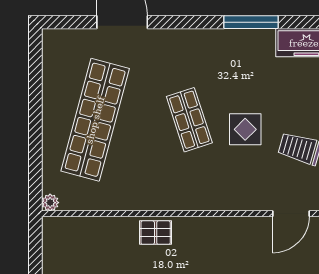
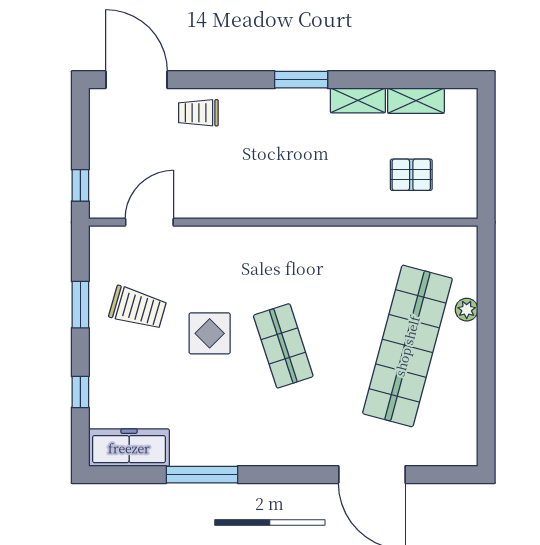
plant: (50, 203) -> (467, 310), moved
pallet: (156, 233) -> (411, 175), moved

